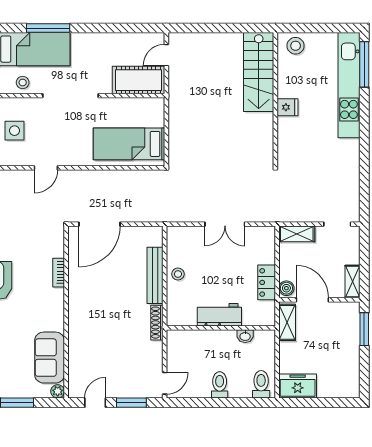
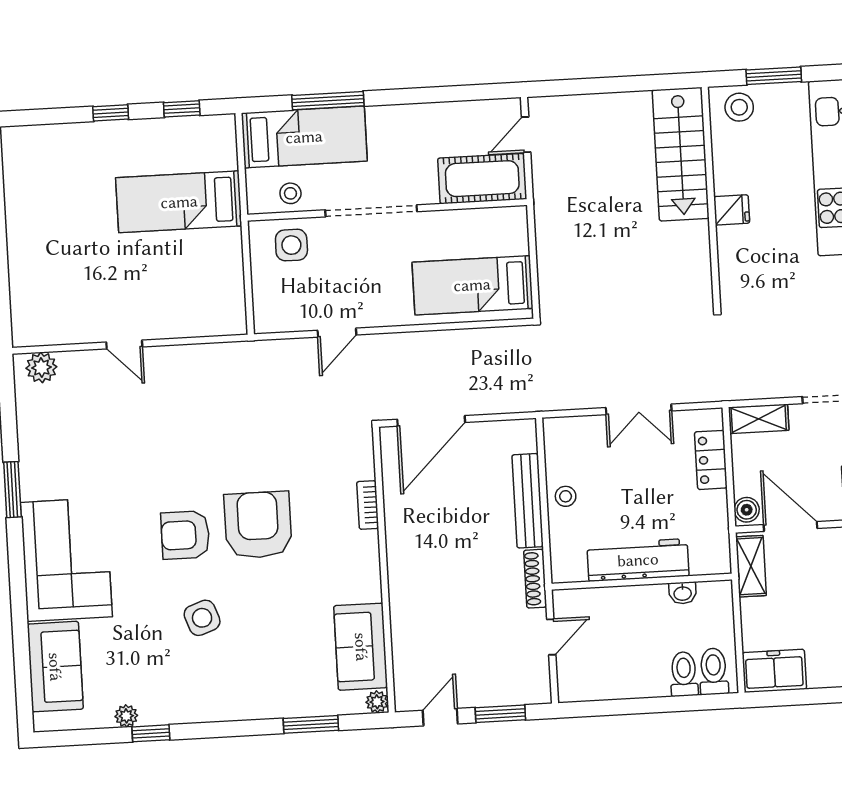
window: (317, 28) -> (774, 76), added
side table: (15, 131) -> (291, 245), moved
locker: (267, 282) -> (711, 460), moved
workbench: (219, 315) -> (638, 560), width x1.37
door: (165, 383) -> (551, 637), moved
toilet: (220, 385) -> (684, 674), moved

